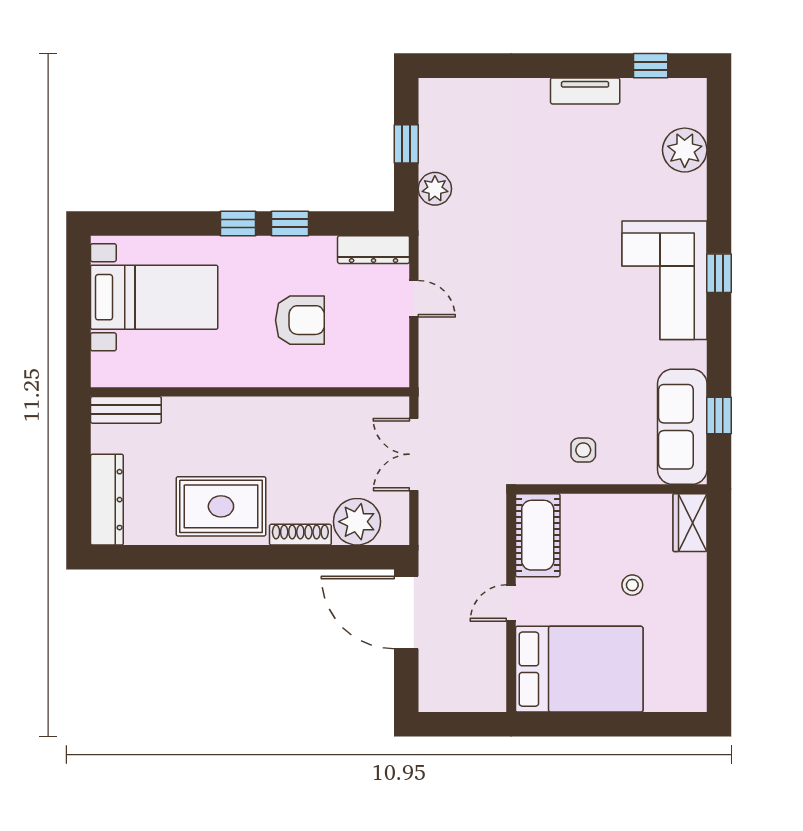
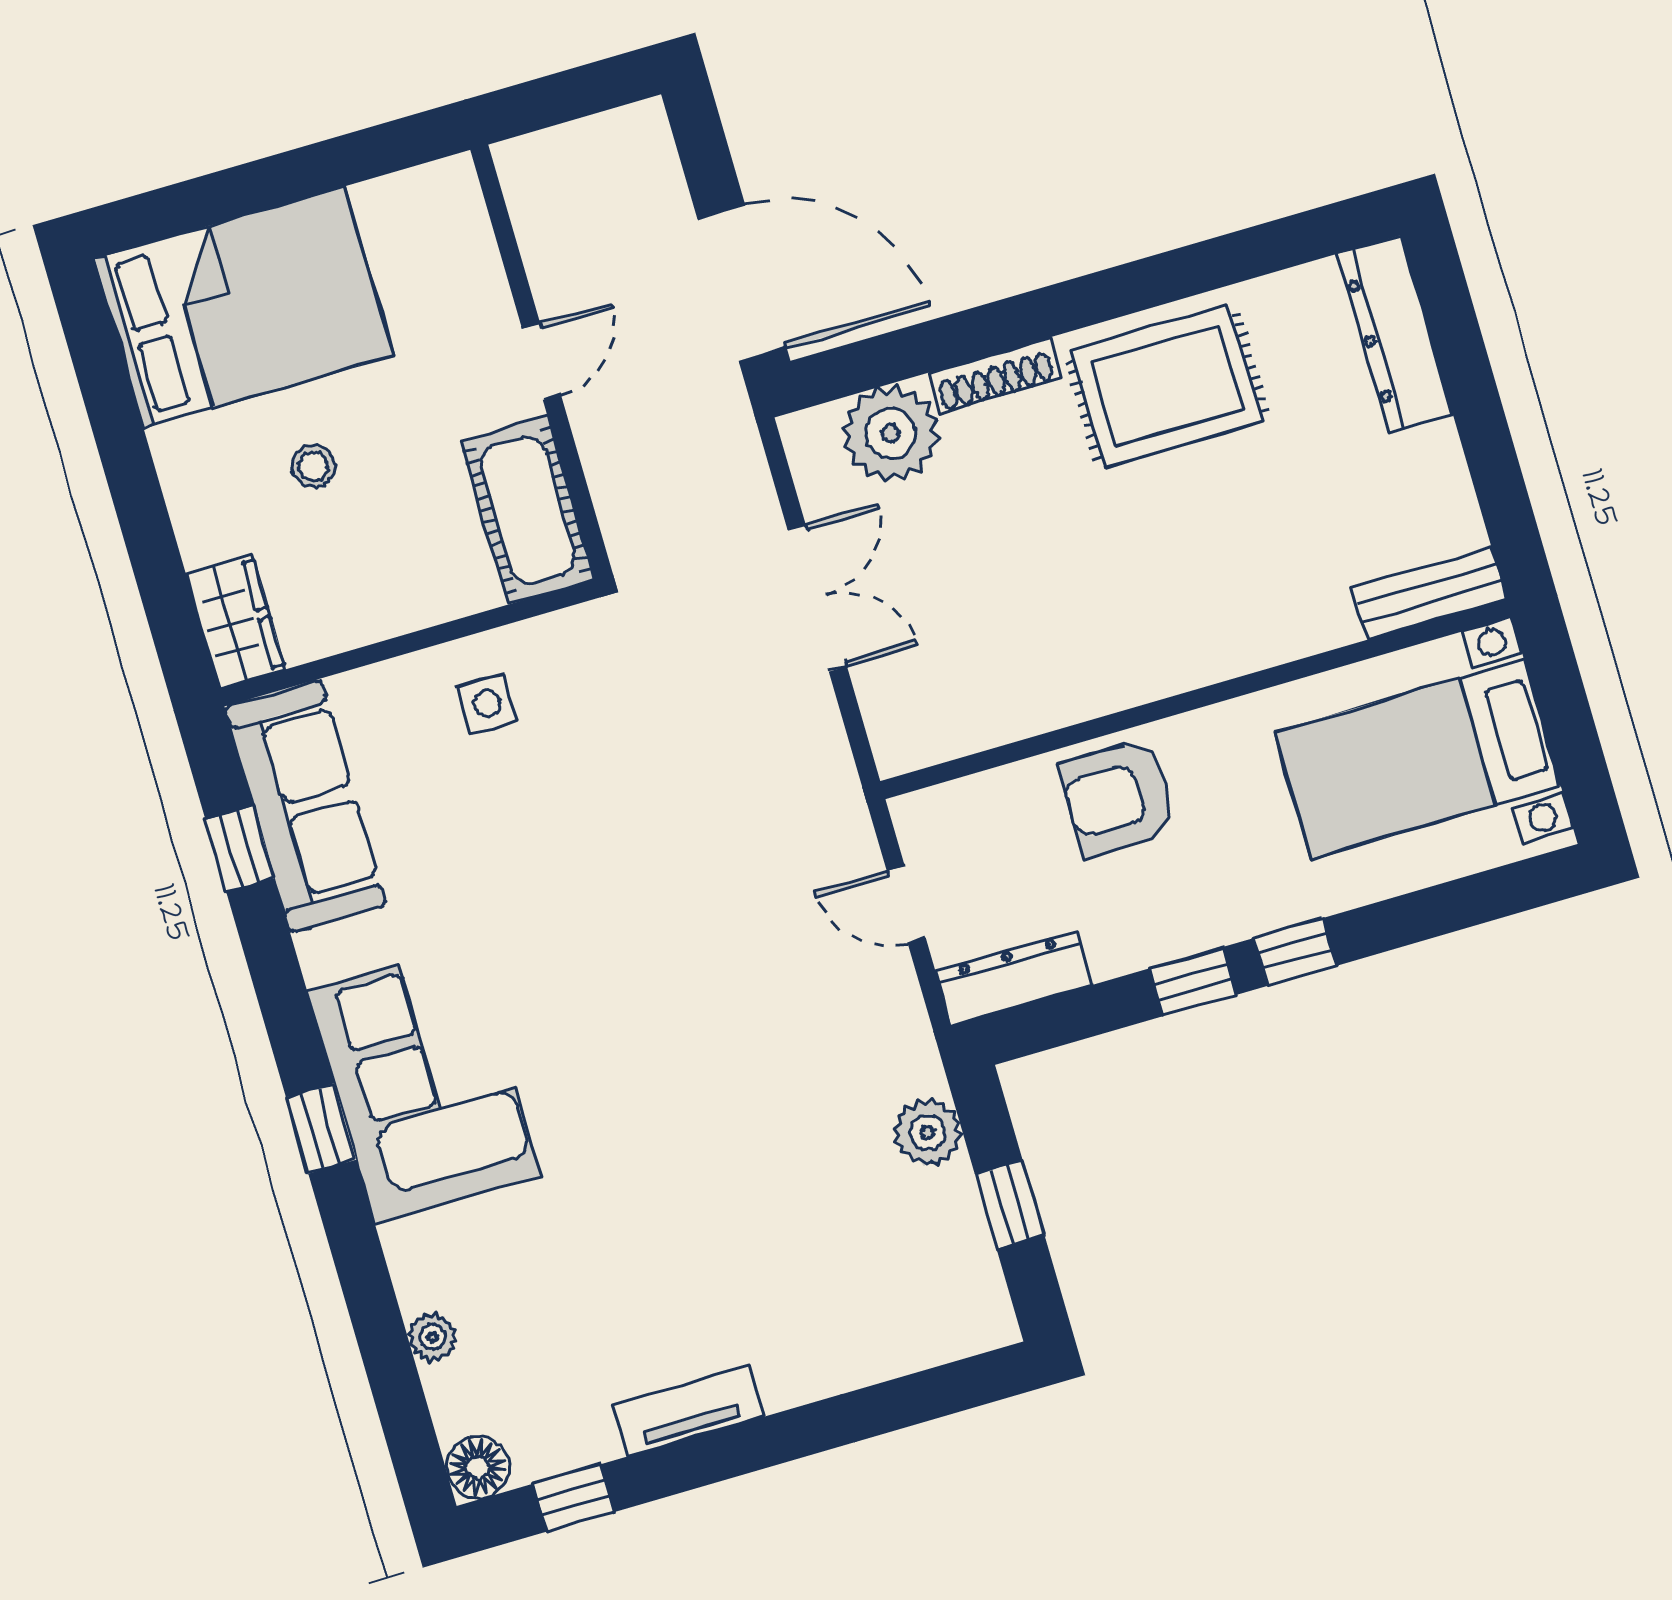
floor lamp: (691, 93) -> (478, 1467), added
plant: (685, 150) -> (433, 1337), width x0.53, depth x0.53
wall: (250, 392) -> (1196, 699), moved
bench: (126, 410) -> (1430, 593), moved
bed: (579, 669) -> (244, 307), moved, turned 180

